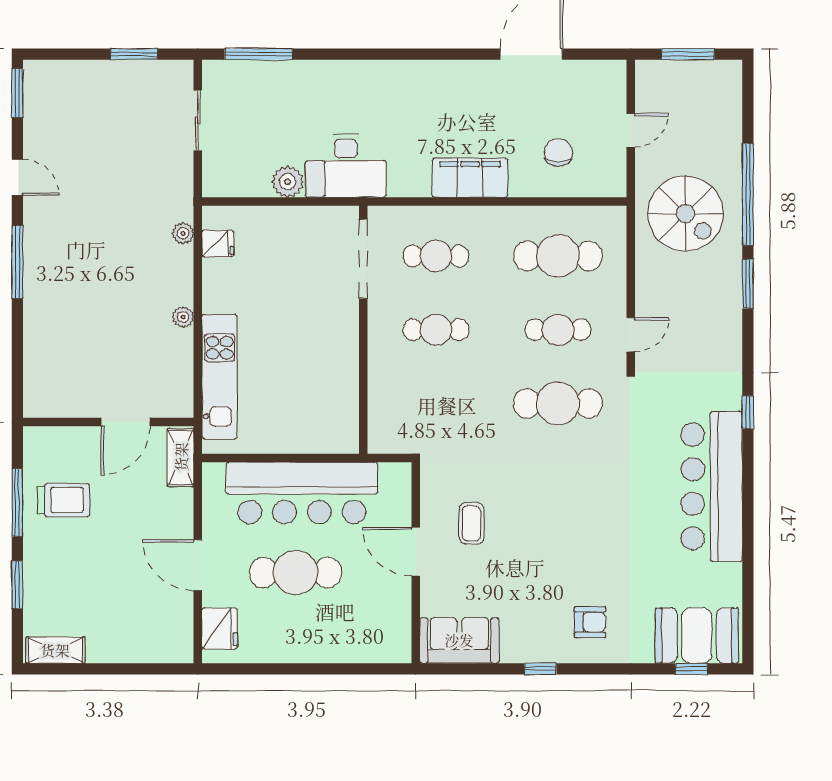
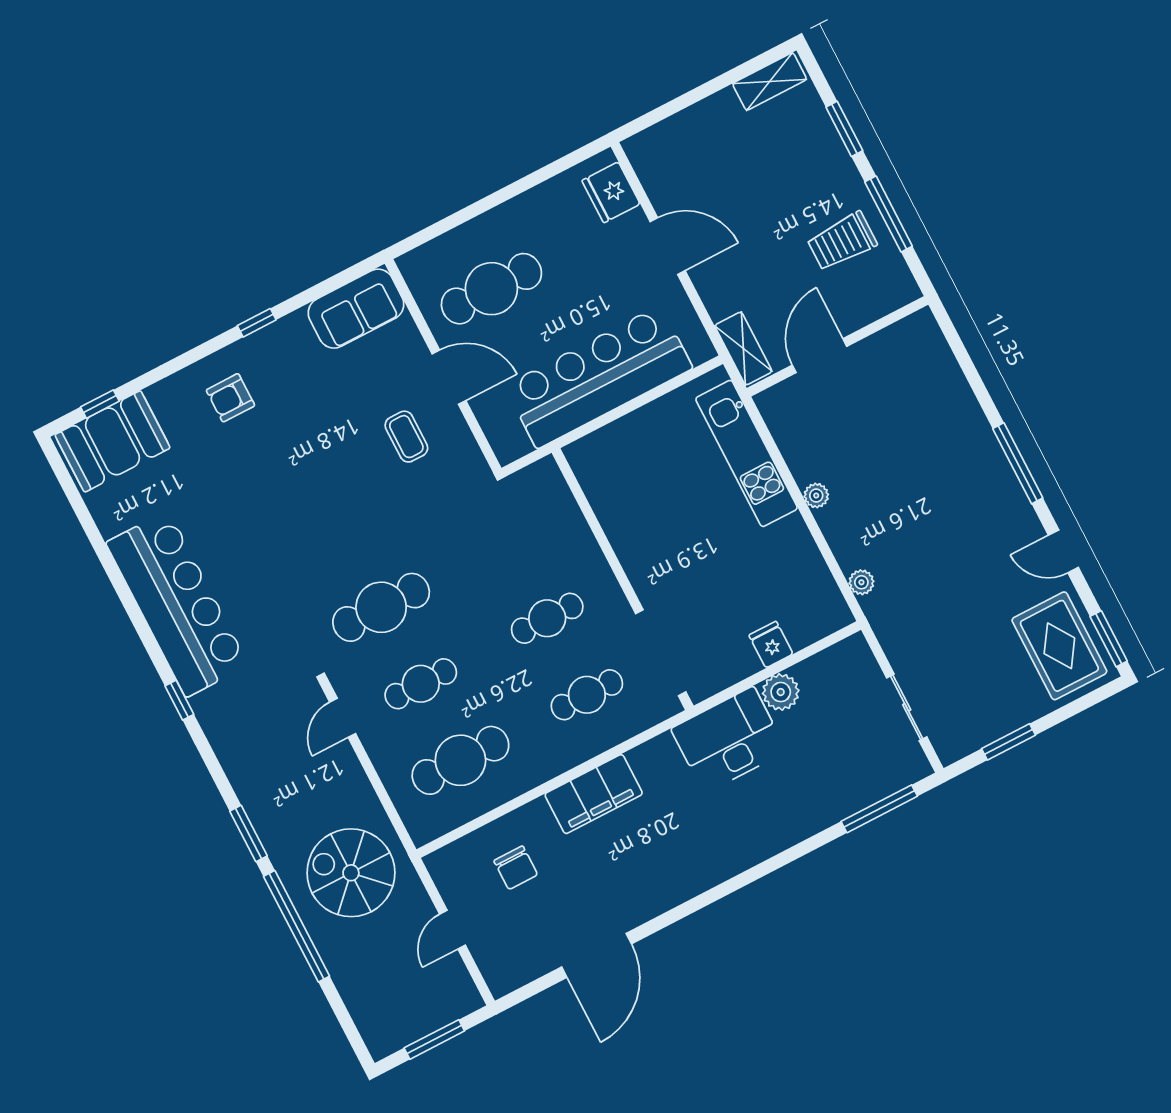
rug: (58, 107) -> (1059, 646), added
fridge: (218, 243) -> (771, 645), moved, turned 90
cafe table: (296, 572) -> (491, 289), moved

